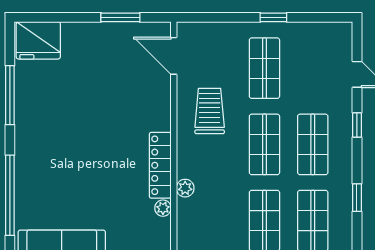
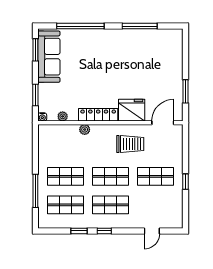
fridge: (38, 40) -> (132, 110), moved, turned 90
window: (357, 125) -> (104, 231), moved
plant: (163, 208) -> (63, 116), moved

